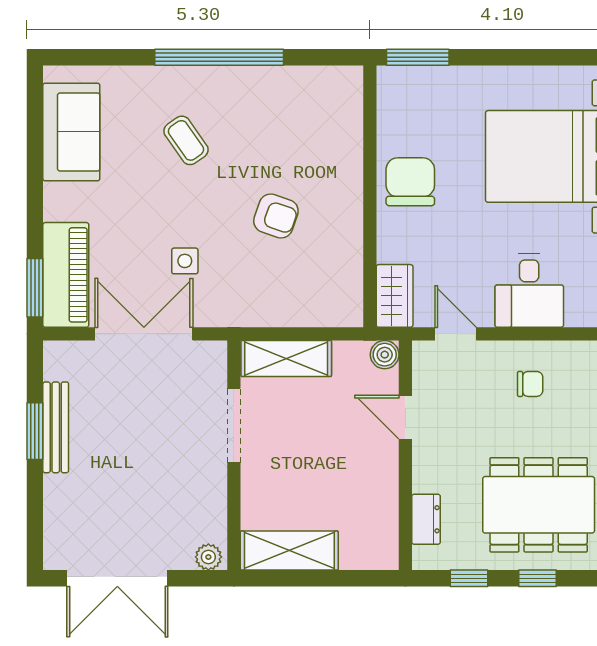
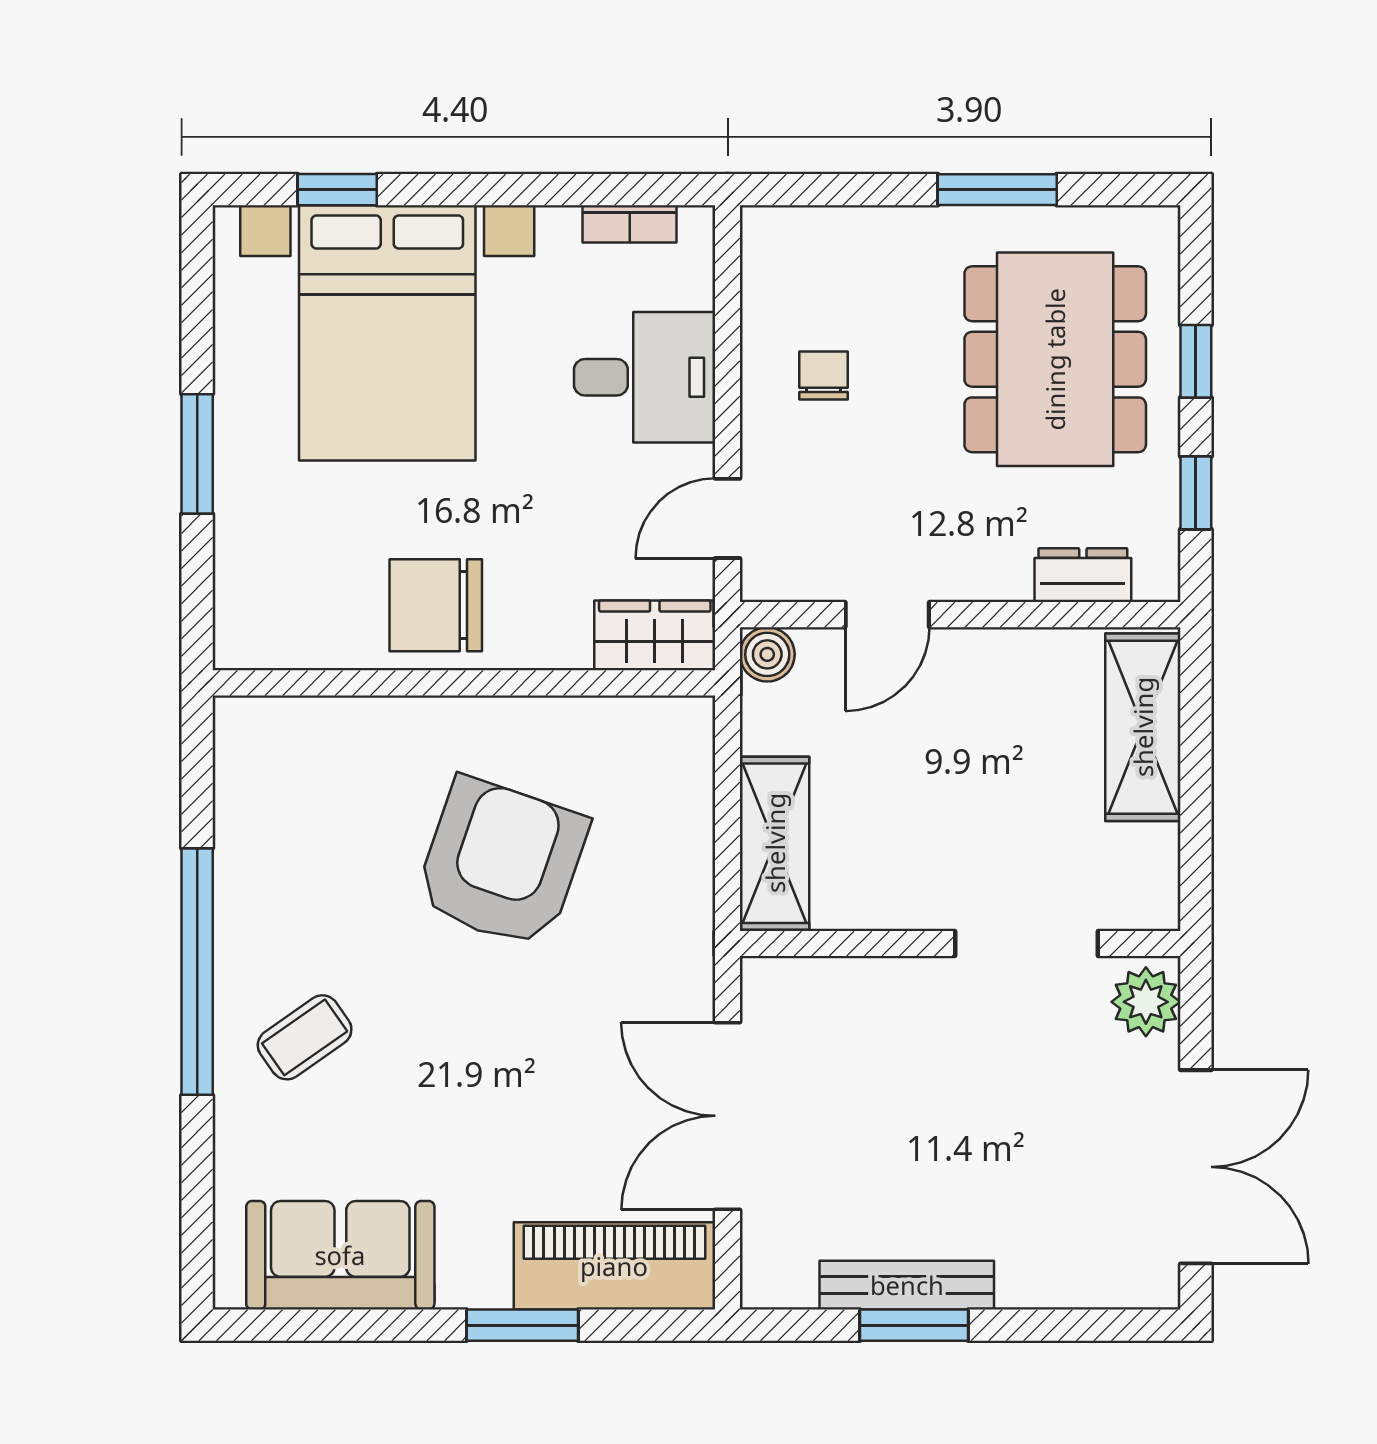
window: (418, 57) -> (197, 454), moved
coffee table: (186, 140) -> (305, 1037), moved
armchair: (276, 216) -> (501, 863), width x1.88, depth x1.88
side table: (185, 261) -> (588, 1038), removed
window: (35, 288) -> (522, 1325), moved
doorway: (234, 426) -> (1027, 943), moved
shelving: (289, 551) -> (1143, 727), moved
plant: (208, 557) -> (1146, 1002), width x1.38, depth x1.38

